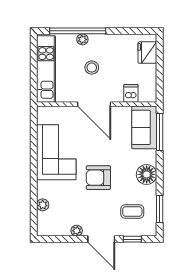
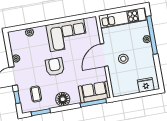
stool: (92, 68) -> (123, 59), moved
dishwasher: (131, 93) -> (116, 79), removed

